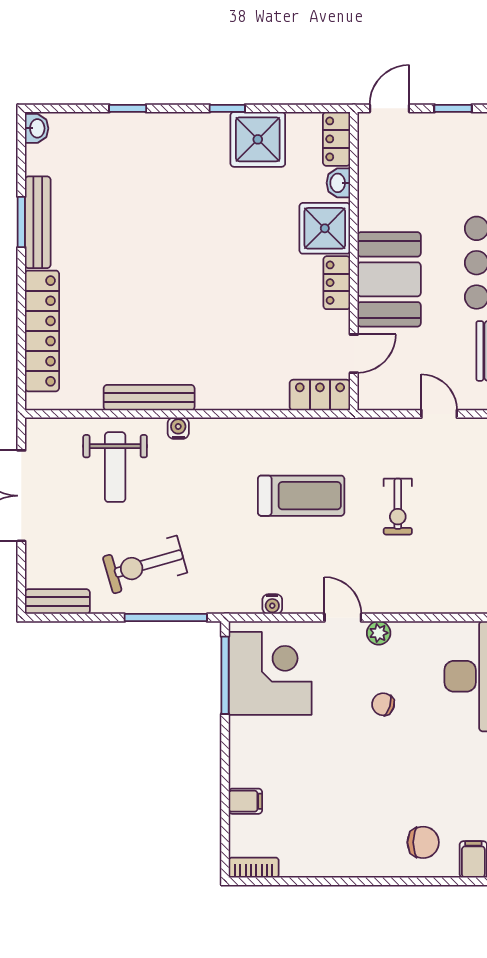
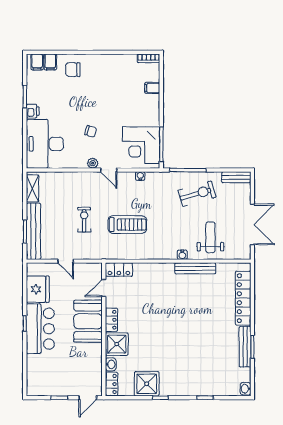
treadmill: (301, 496) -> (127, 225), turned 180

